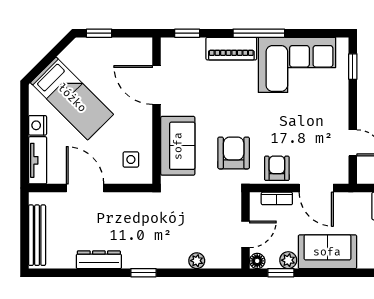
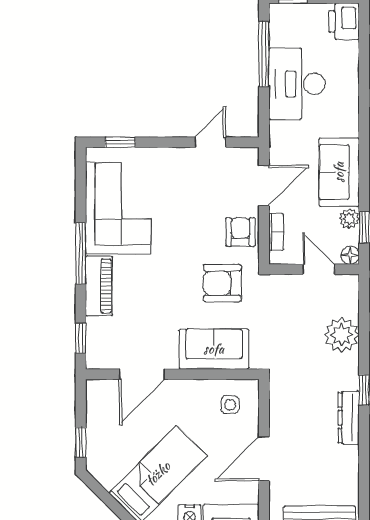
armchair: (277, 168) -> (240, 232), turned 90
dresser: (99, 260) -> (349, 418), moved
plant: (197, 261) -> (342, 335), width x1.88, depth x1.88

